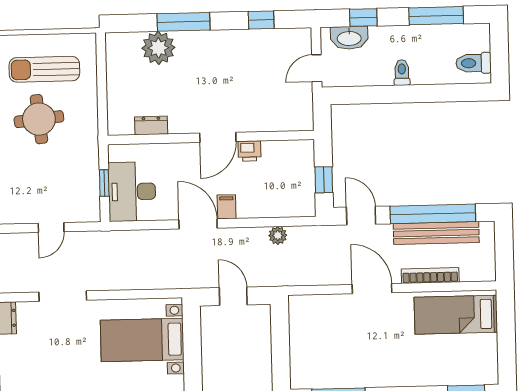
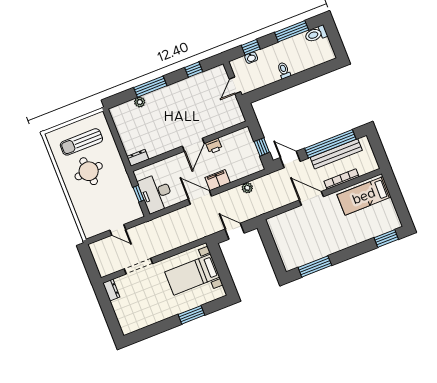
washbasin: (349, 38) -> (251, 58), width x0.52, depth x0.69
plant: (158, 48) -> (140, 102), width x0.53, depth x0.53
toilet: (473, 63) -> (316, 34), moved
dresser: (151, 125) -> (138, 158), moved
filing cabinet: (227, 207) -> (218, 180), width x2.00
door: (51, 228) -> (118, 230), hinge flipped

